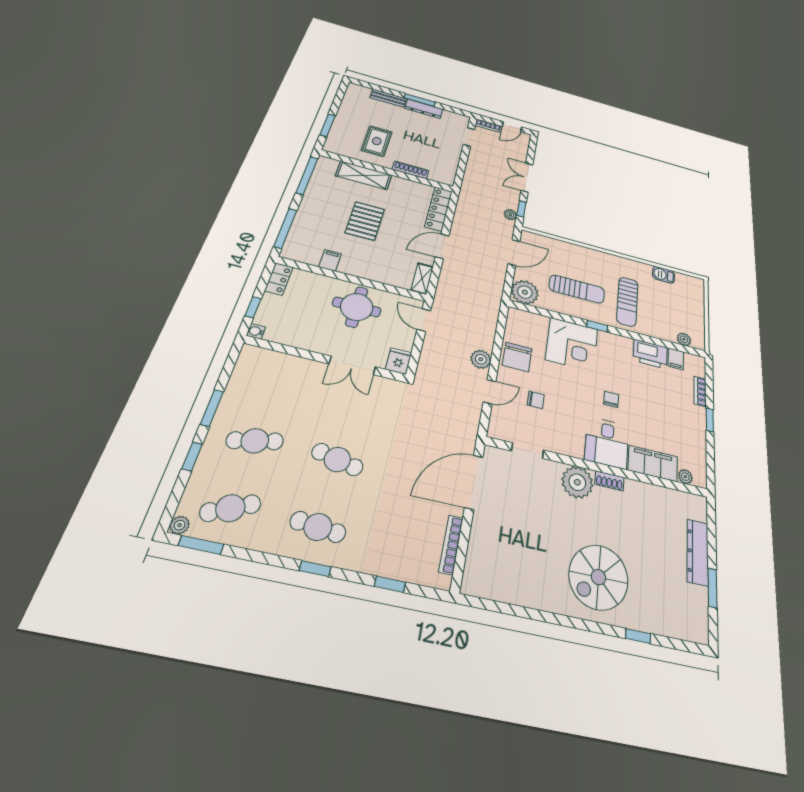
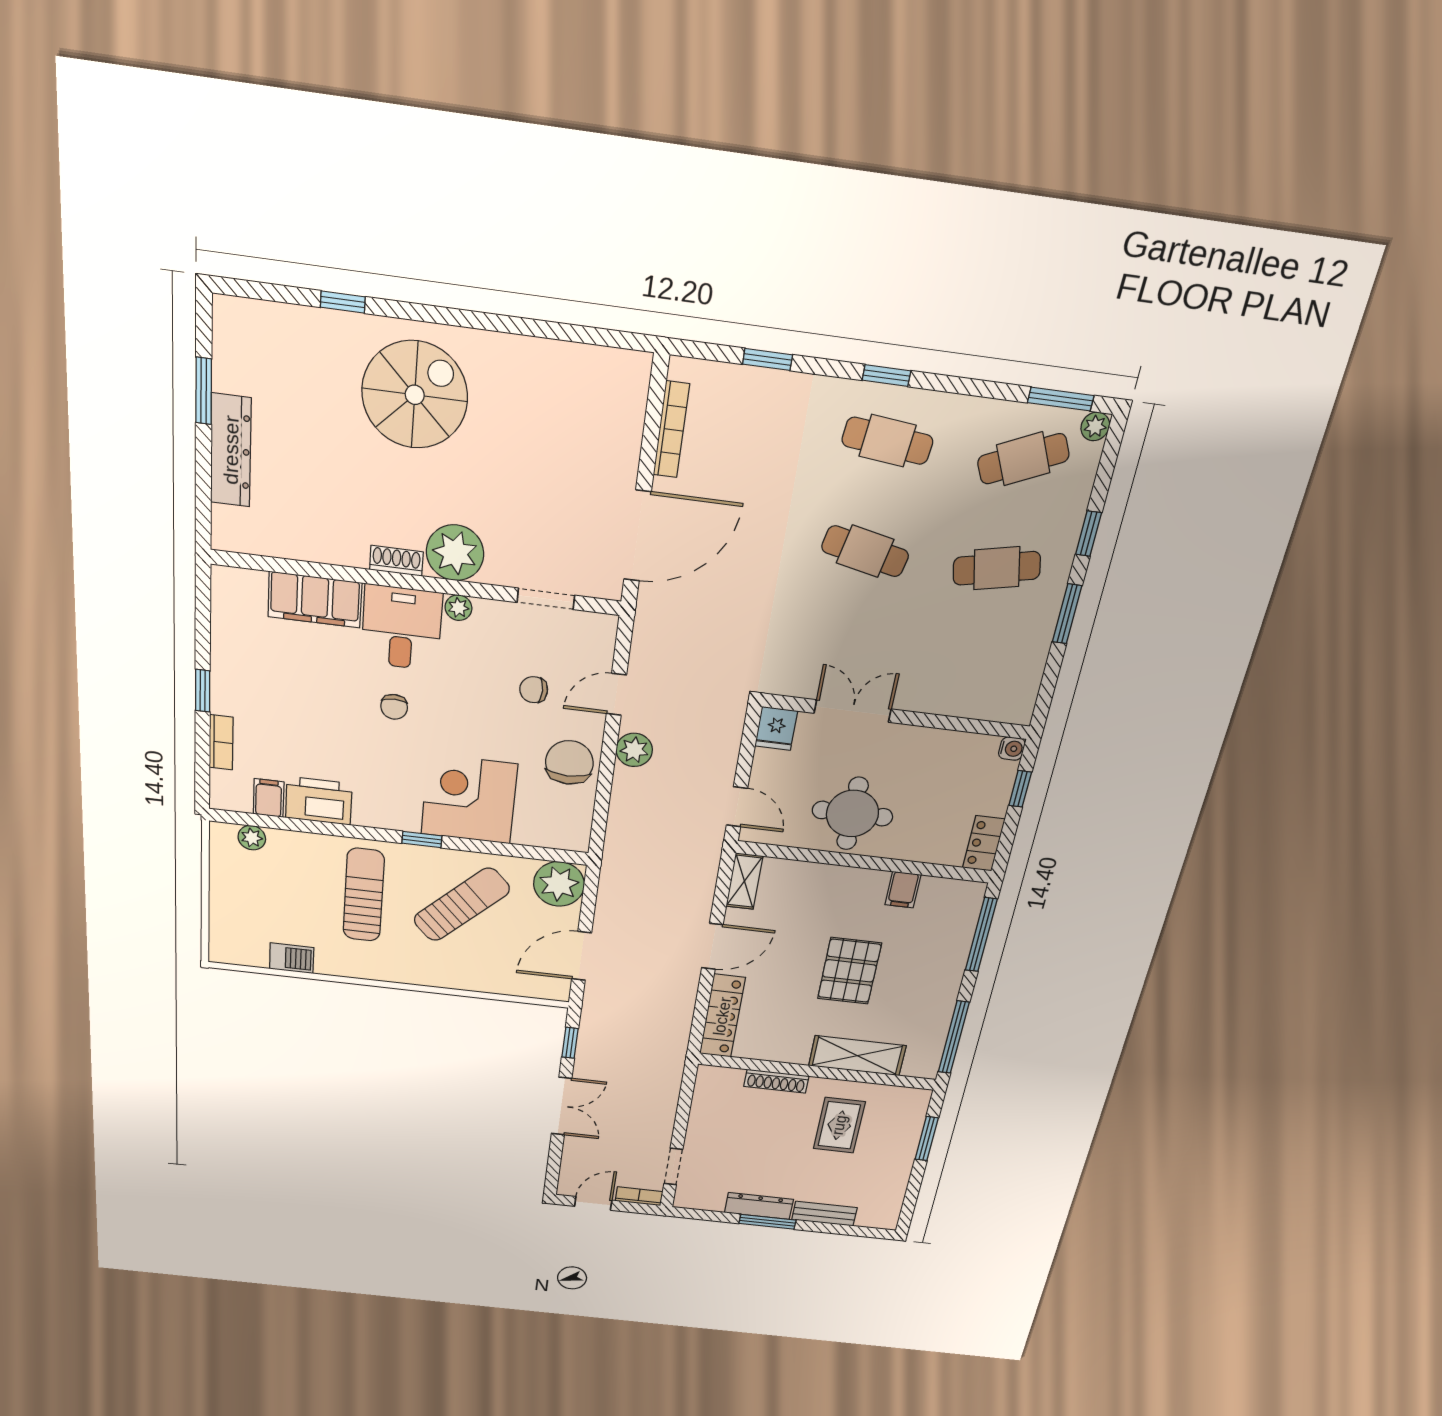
plant: (510, 215) -> (590, 1028), removed
sun lounger: (577, 289) -> (462, 904), turned 136
plant: (685, 477) -> (458, 608), moved

